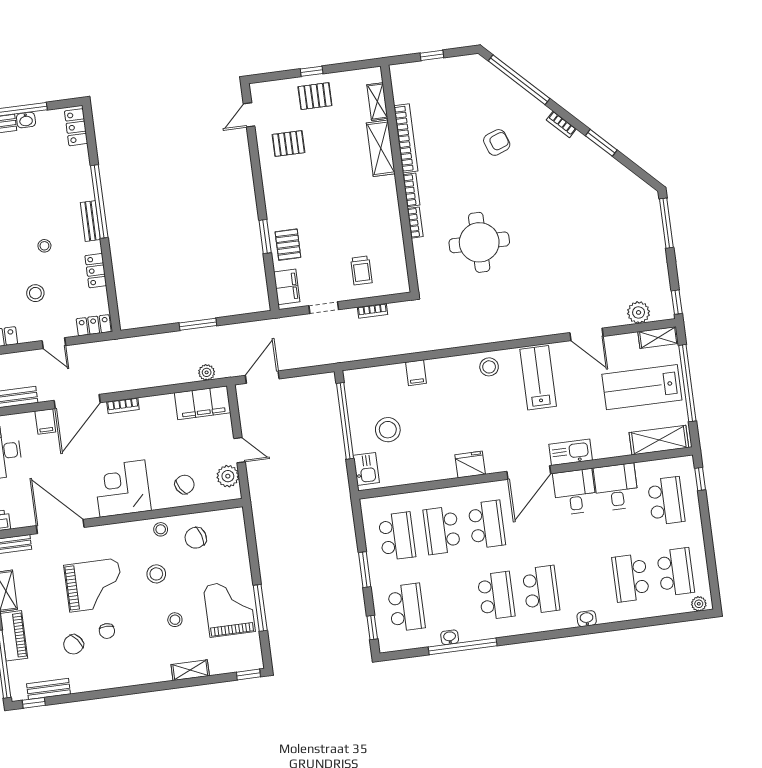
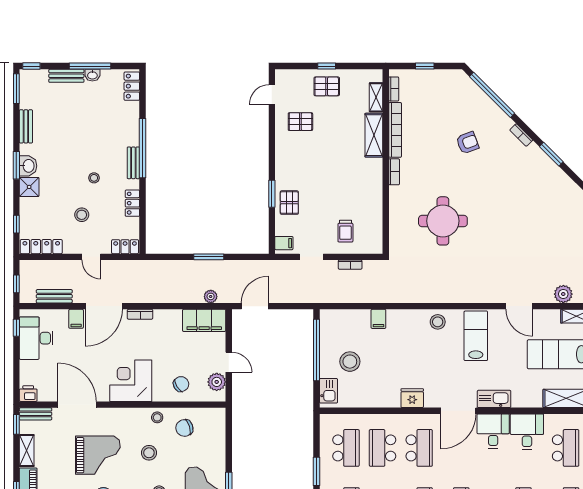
bookcase: (415, 223) -> (394, 89), moved
filing cabinet: (287, 287) -> (284, 243), width x0.50

